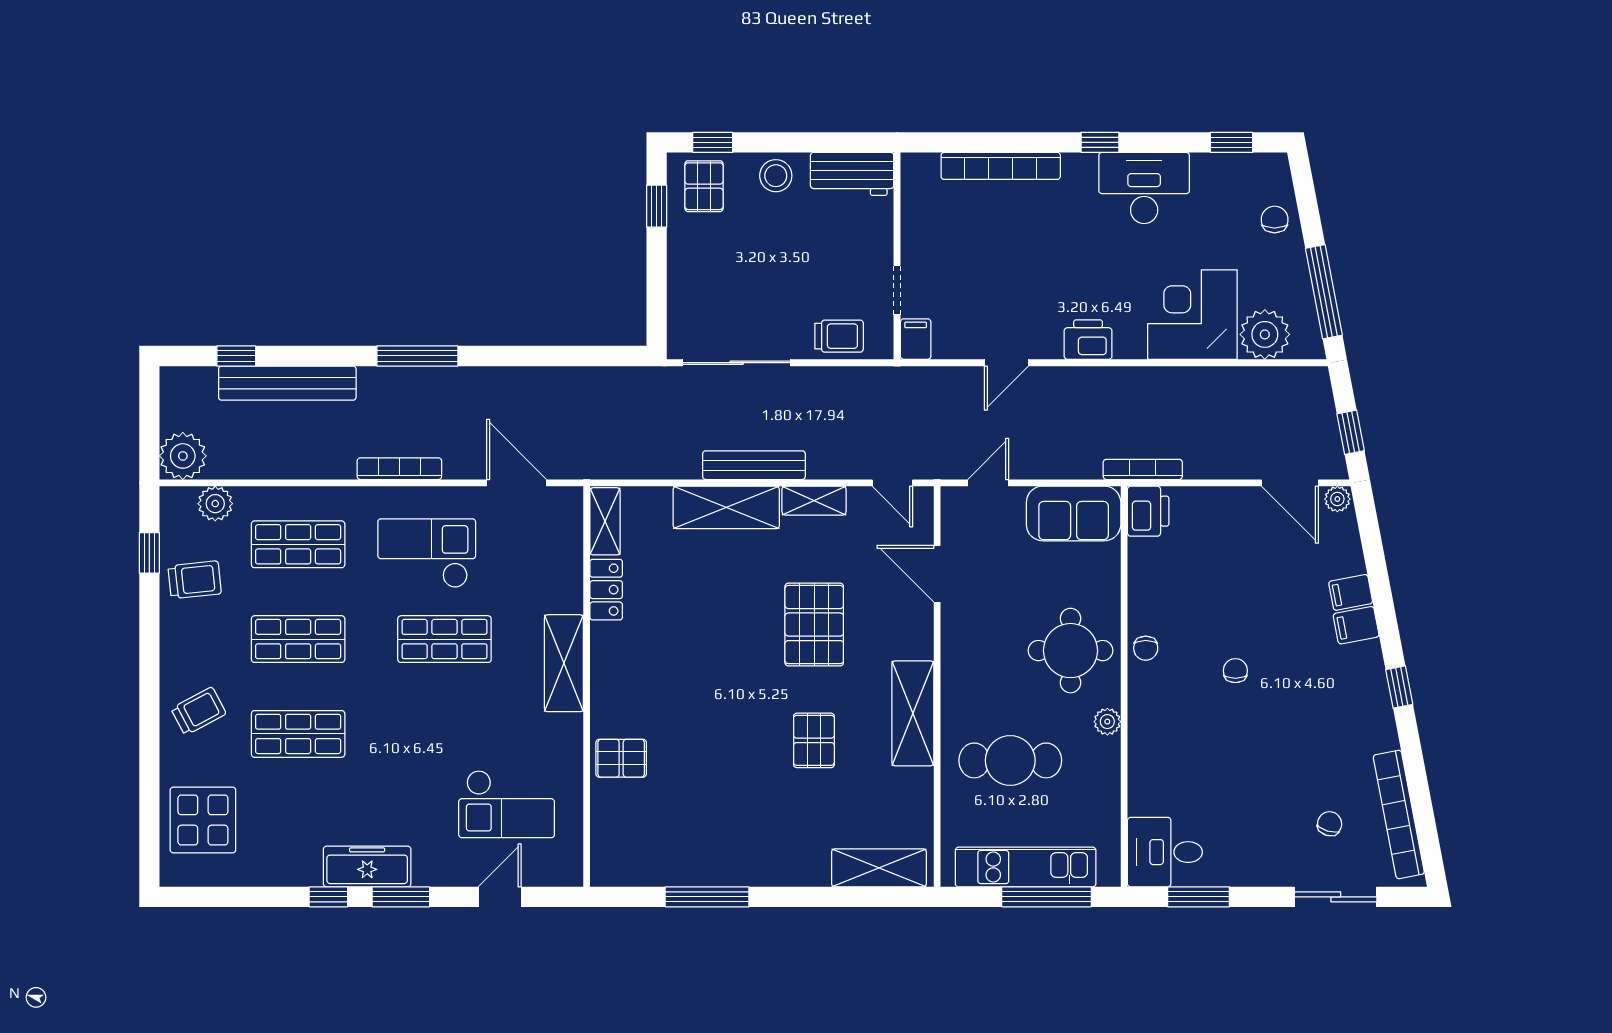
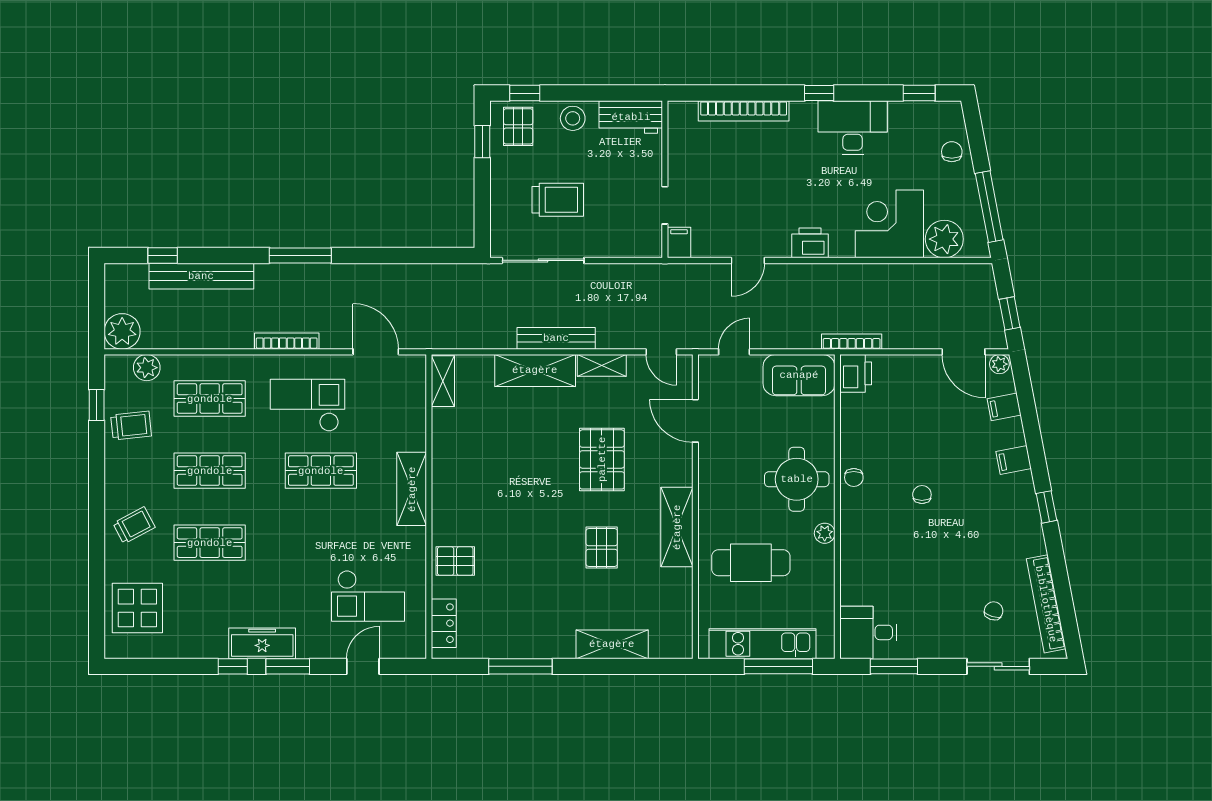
trolley: (839, 336) -> (558, 200), moved, width x1.36, depth x1.39
locker: (606, 590) -> (444, 623), moved
filing cabinet: (1351, 592) -> (1004, 407), moved
shelving: (879, 868) -> (612, 644), moved

